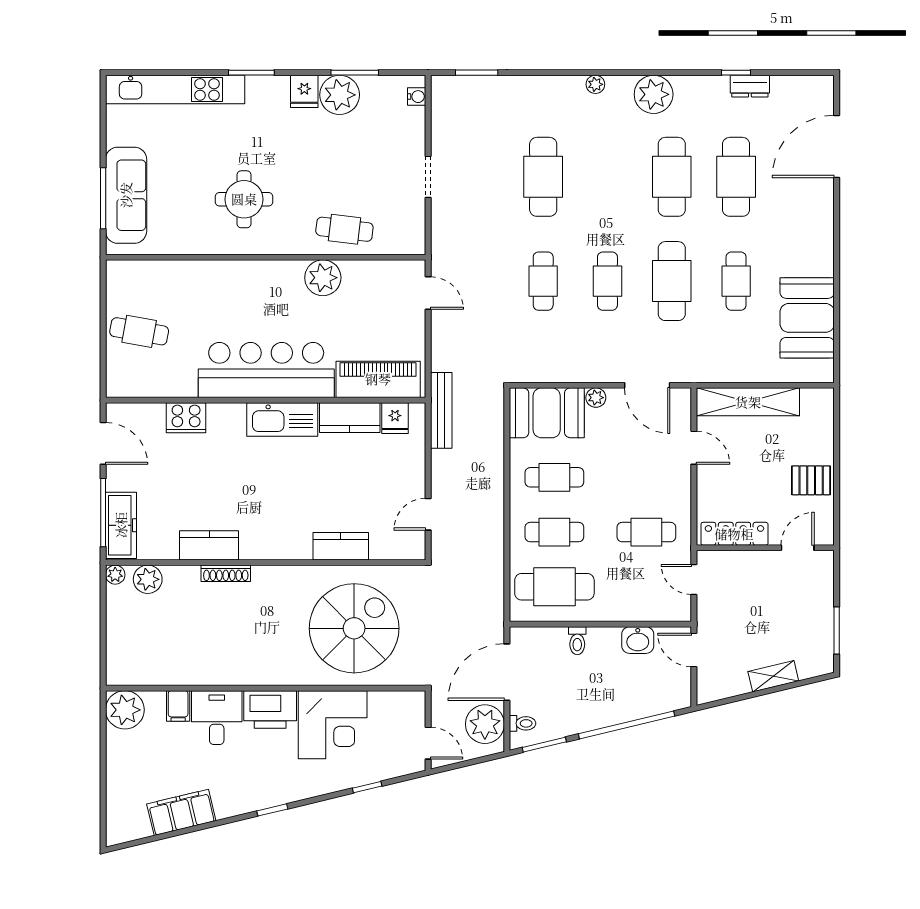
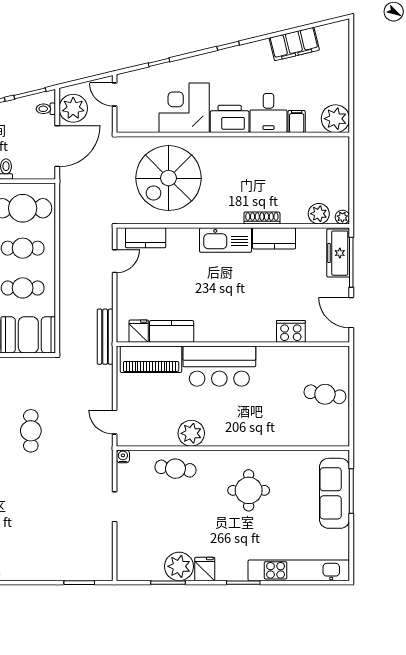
water cooler: (417, 97) -> (123, 456), moved, turned 90
cafe table: (543, 177) -> (31, 507), removed
bar counter: (266, 370) -> (219, 366), width x0.73
kitchen sink: (282, 420) -> (226, 240), moved, turned 180
kitchen counter: (341, 546) -> (146, 238), moved

